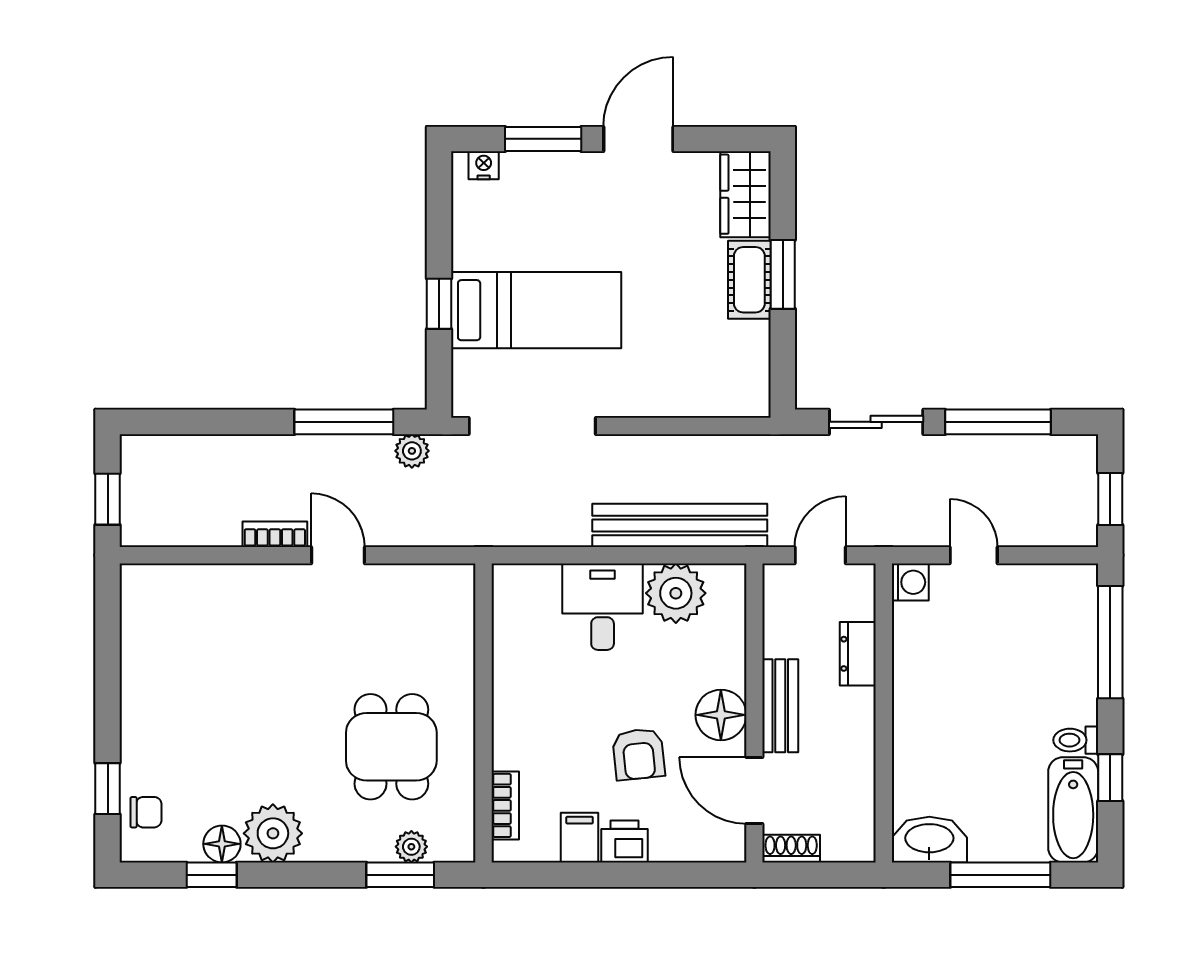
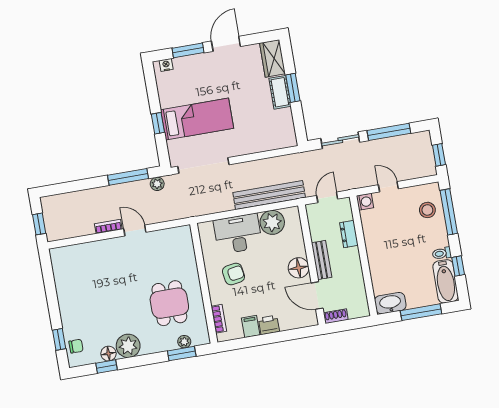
desk: (603, 607) -> (238, 234), width x1.37
stool: (1059, 628) -> (427, 210), added
armchair: (639, 754) -> (234, 274), moved, turned -93

